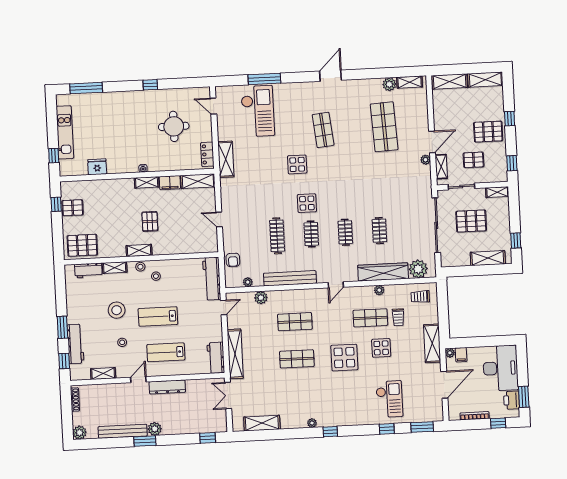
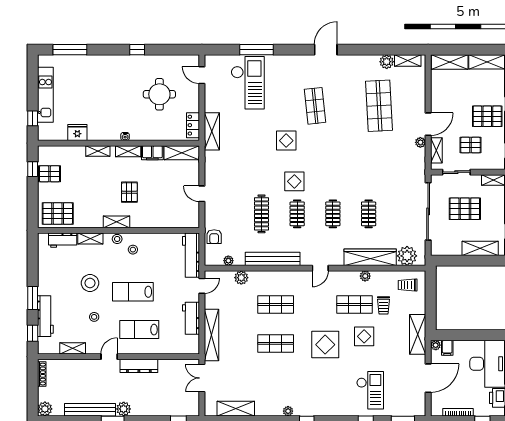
shelving: (118, 184) -> (98, 151), added
workbench: (216, 358) -> (191, 318), moved

